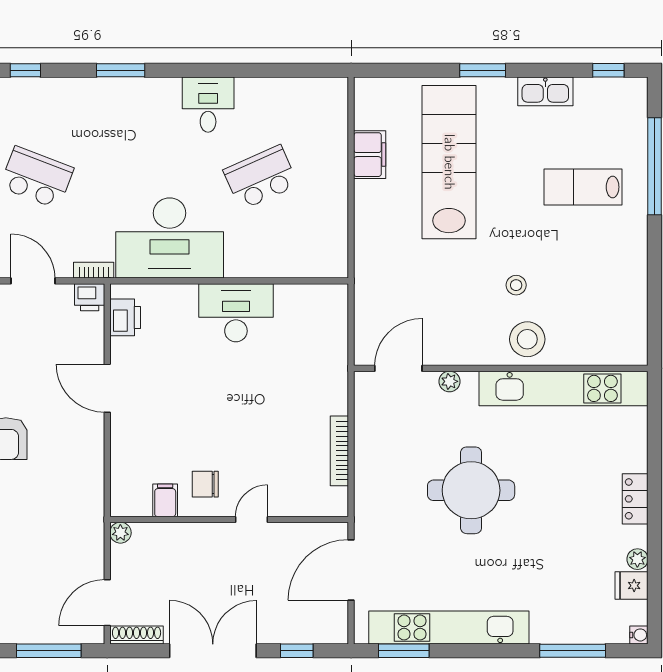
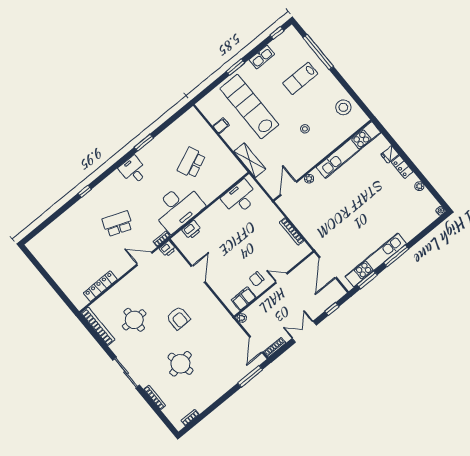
window: (121, 70) -> (144, 143), moved
desk: (208, 105) -> (133, 170), moved
filing cabinet: (370, 155) -> (221, 126), width x0.50
shelving: (370, 260) -> (250, 160), added
desk: (236, 313) -> (240, 198), moved
printer: (125, 317) -> (192, 230), moved, turned 90
stool: (527, 339) -> (343, 107), moved
door: (107, 388) -> (198, 274), swing flipped
round table: (471, 490) -> (346, 209), removed
filing cabinet: (165, 500) -> (244, 299), width x2.00
door: (251, 519) -> (281, 278), hinge flipped
fridge: (631, 586) -> (390, 154), moved
double door: (213, 651) -> (304, 332), width x0.73
window: (573, 651) -> (396, 256), moved

